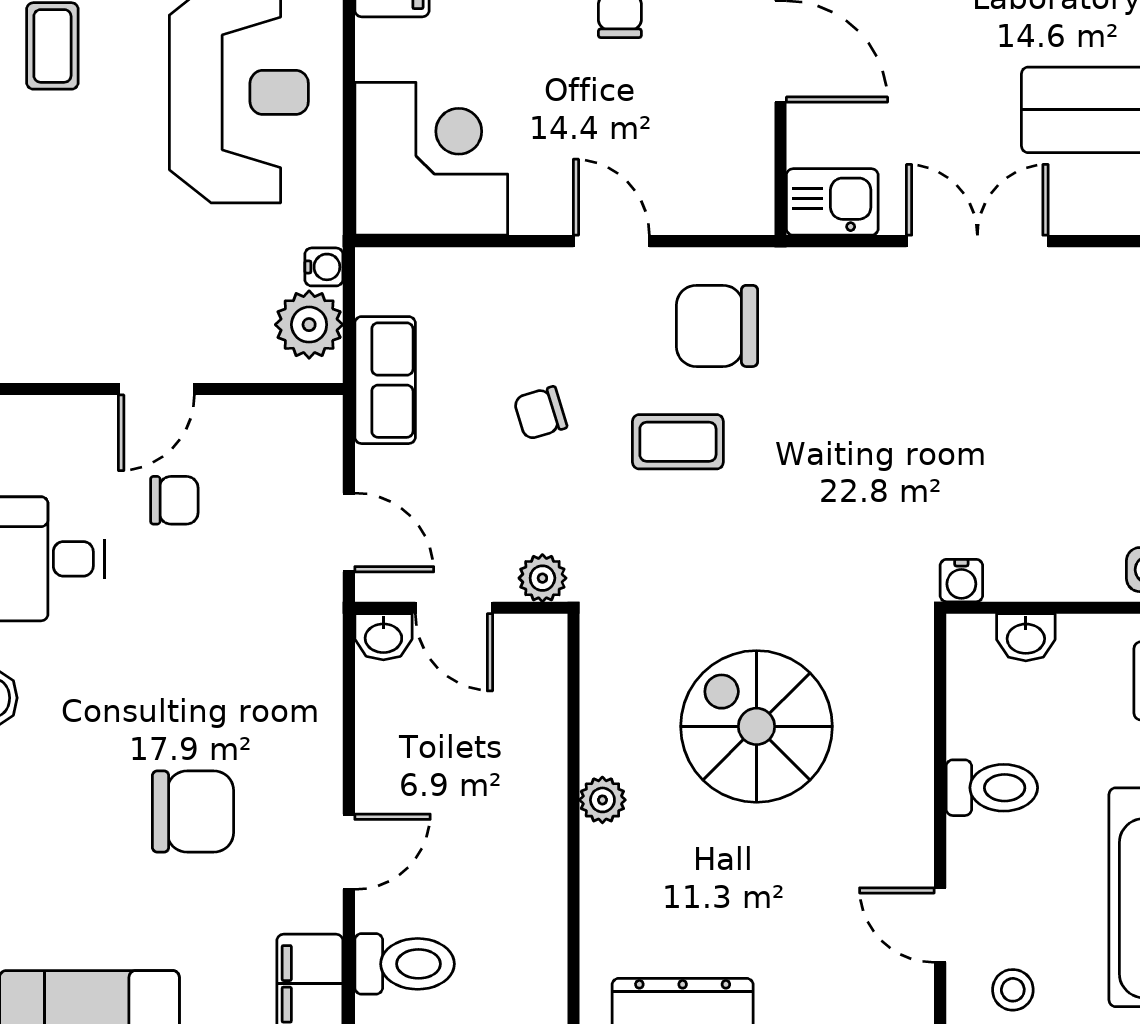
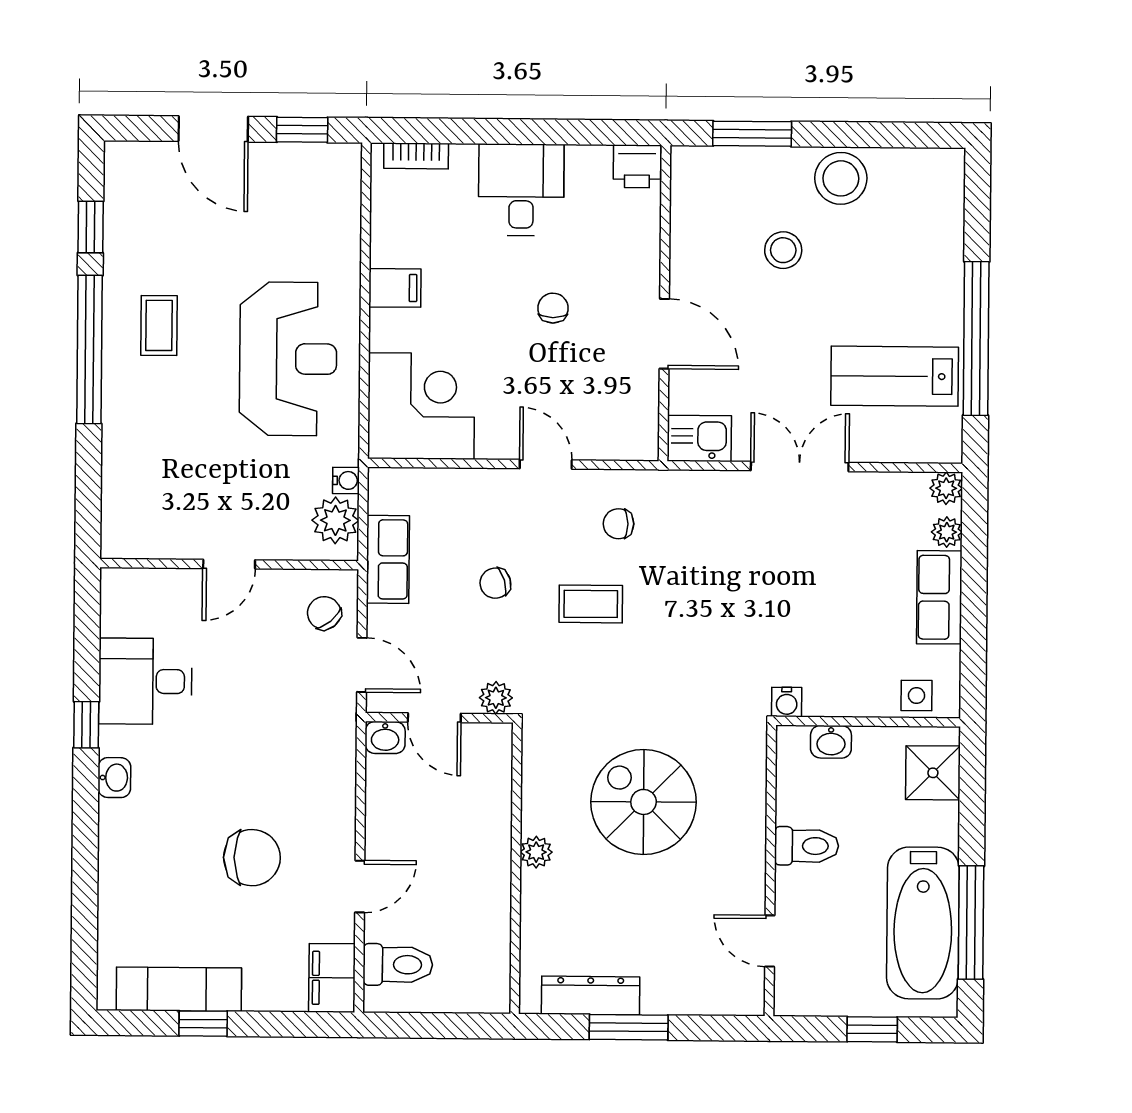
chair: (717, 326) -> (619, 524), width x0.54, depth x0.54
chair: (174, 500) -> (324, 613), moved, turned -130
stool: (1013, 990) -> (820, 986), removed

